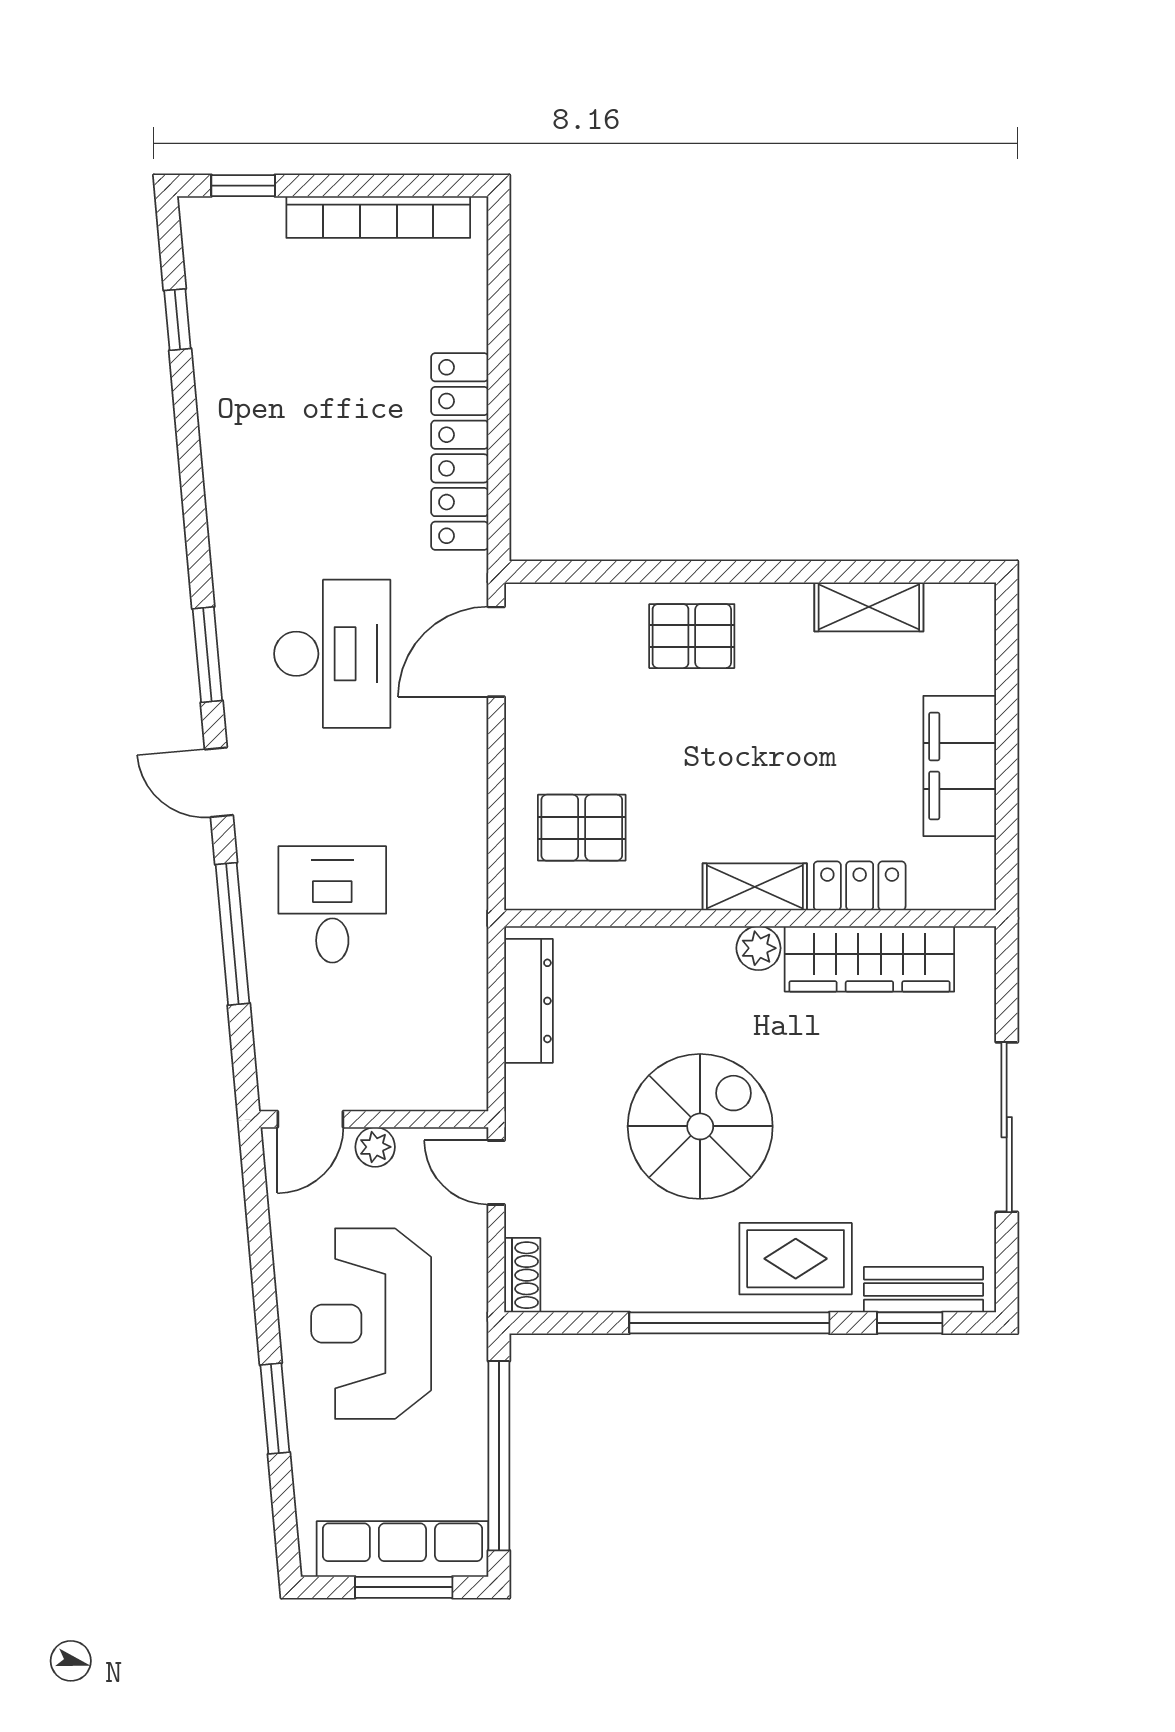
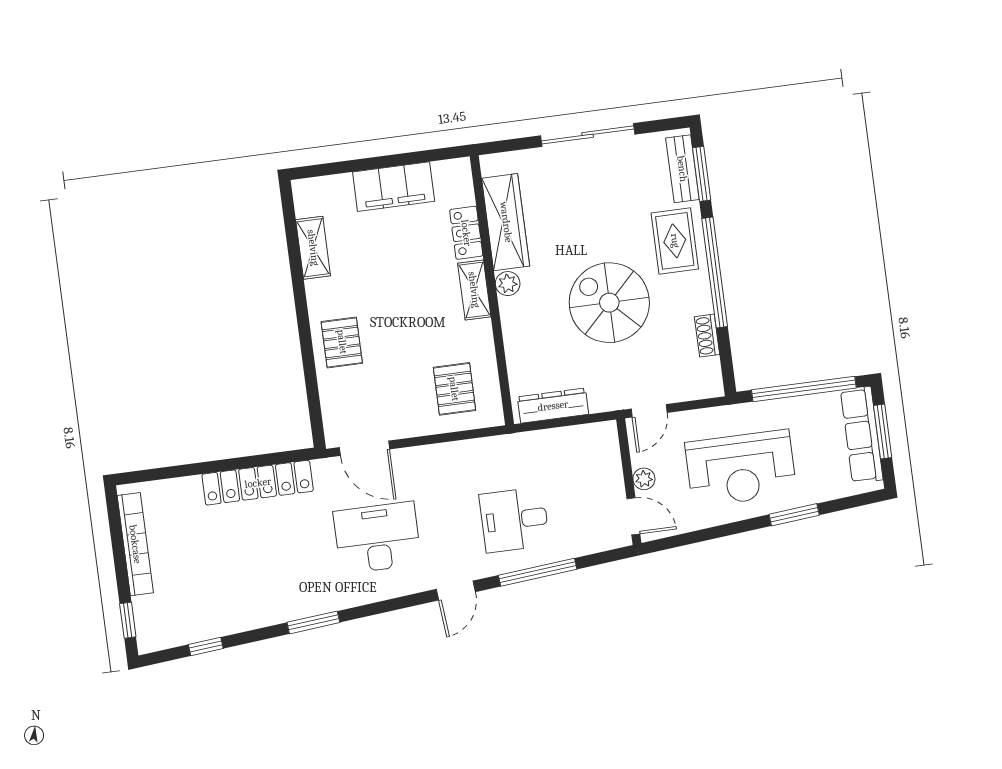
window: (207, 655) -> (313, 622), moved
shoe rack: (522, 1275) -> (707, 336), moved, turned -90
window: (910, 1323) -> (702, 174), width x1.50

